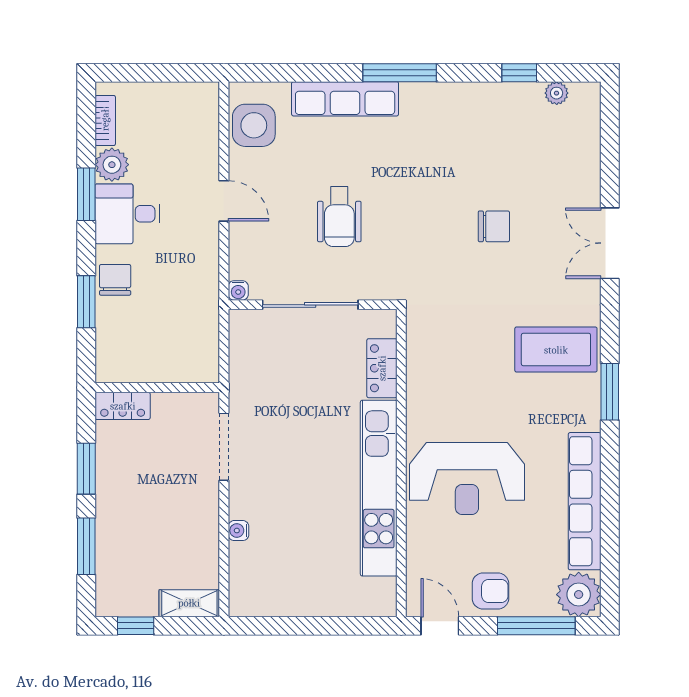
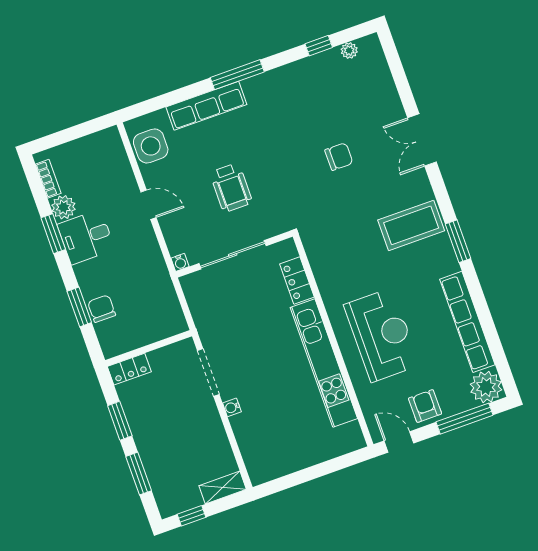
chair: (115, 280) -> (102, 309), moved
reception desk: (467, 479) -> (382, 335), turned -90
water cooler: (238, 531) -> (232, 407), moved
armchair: (490, 591) -> (425, 406), turned -90

